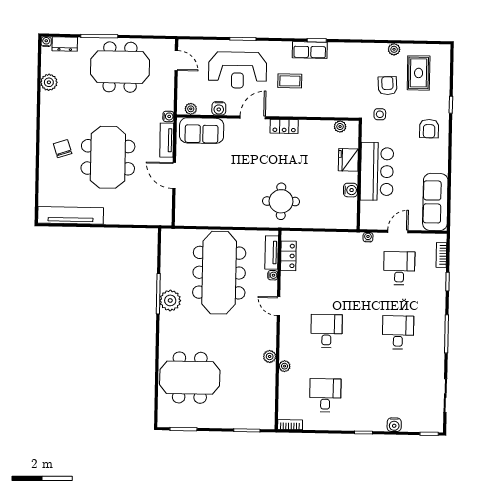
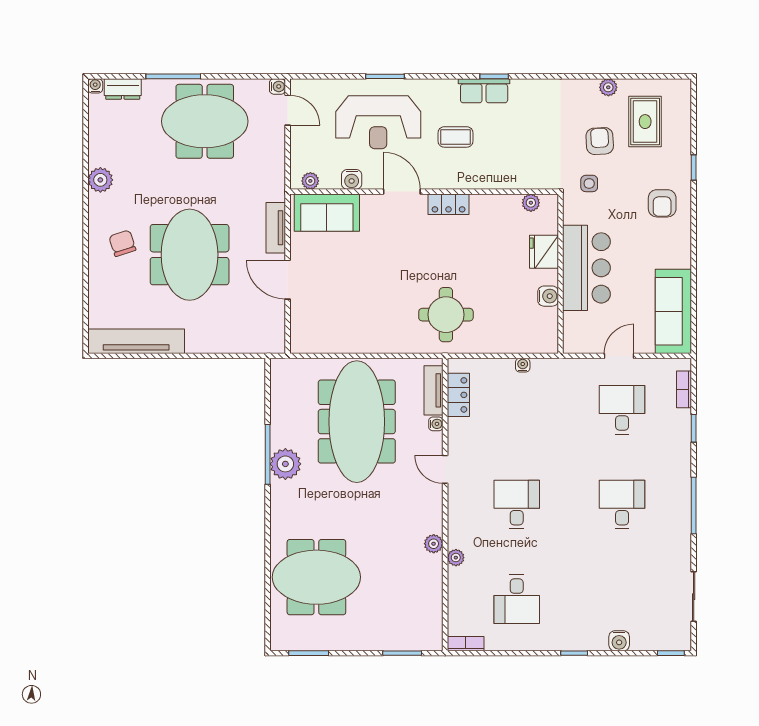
plant: (49, 82) -> (100, 180), moved
water cooler: (168, 116) -> (277, 86), moved
door: (253, 117) -> (402, 192), hinge flipped
water cooler: (368, 237) -> (523, 365), moved
desk: (325, 395) -> (517, 599), turned 180

